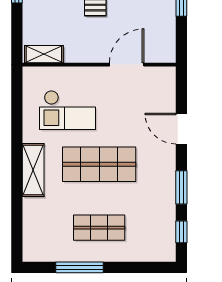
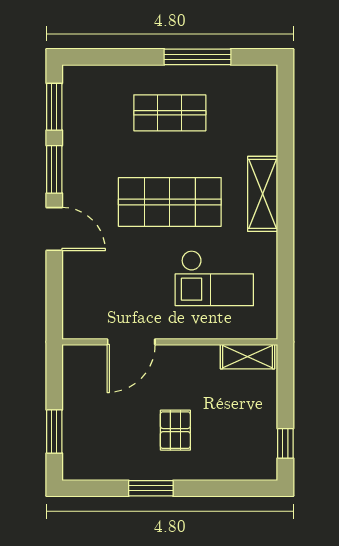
checkout: (68, 110) -> (214, 278), turned 180
door: (181, 129) -> (54, 229), moved
window: (181, 232) -> (54, 107), width x1.50

